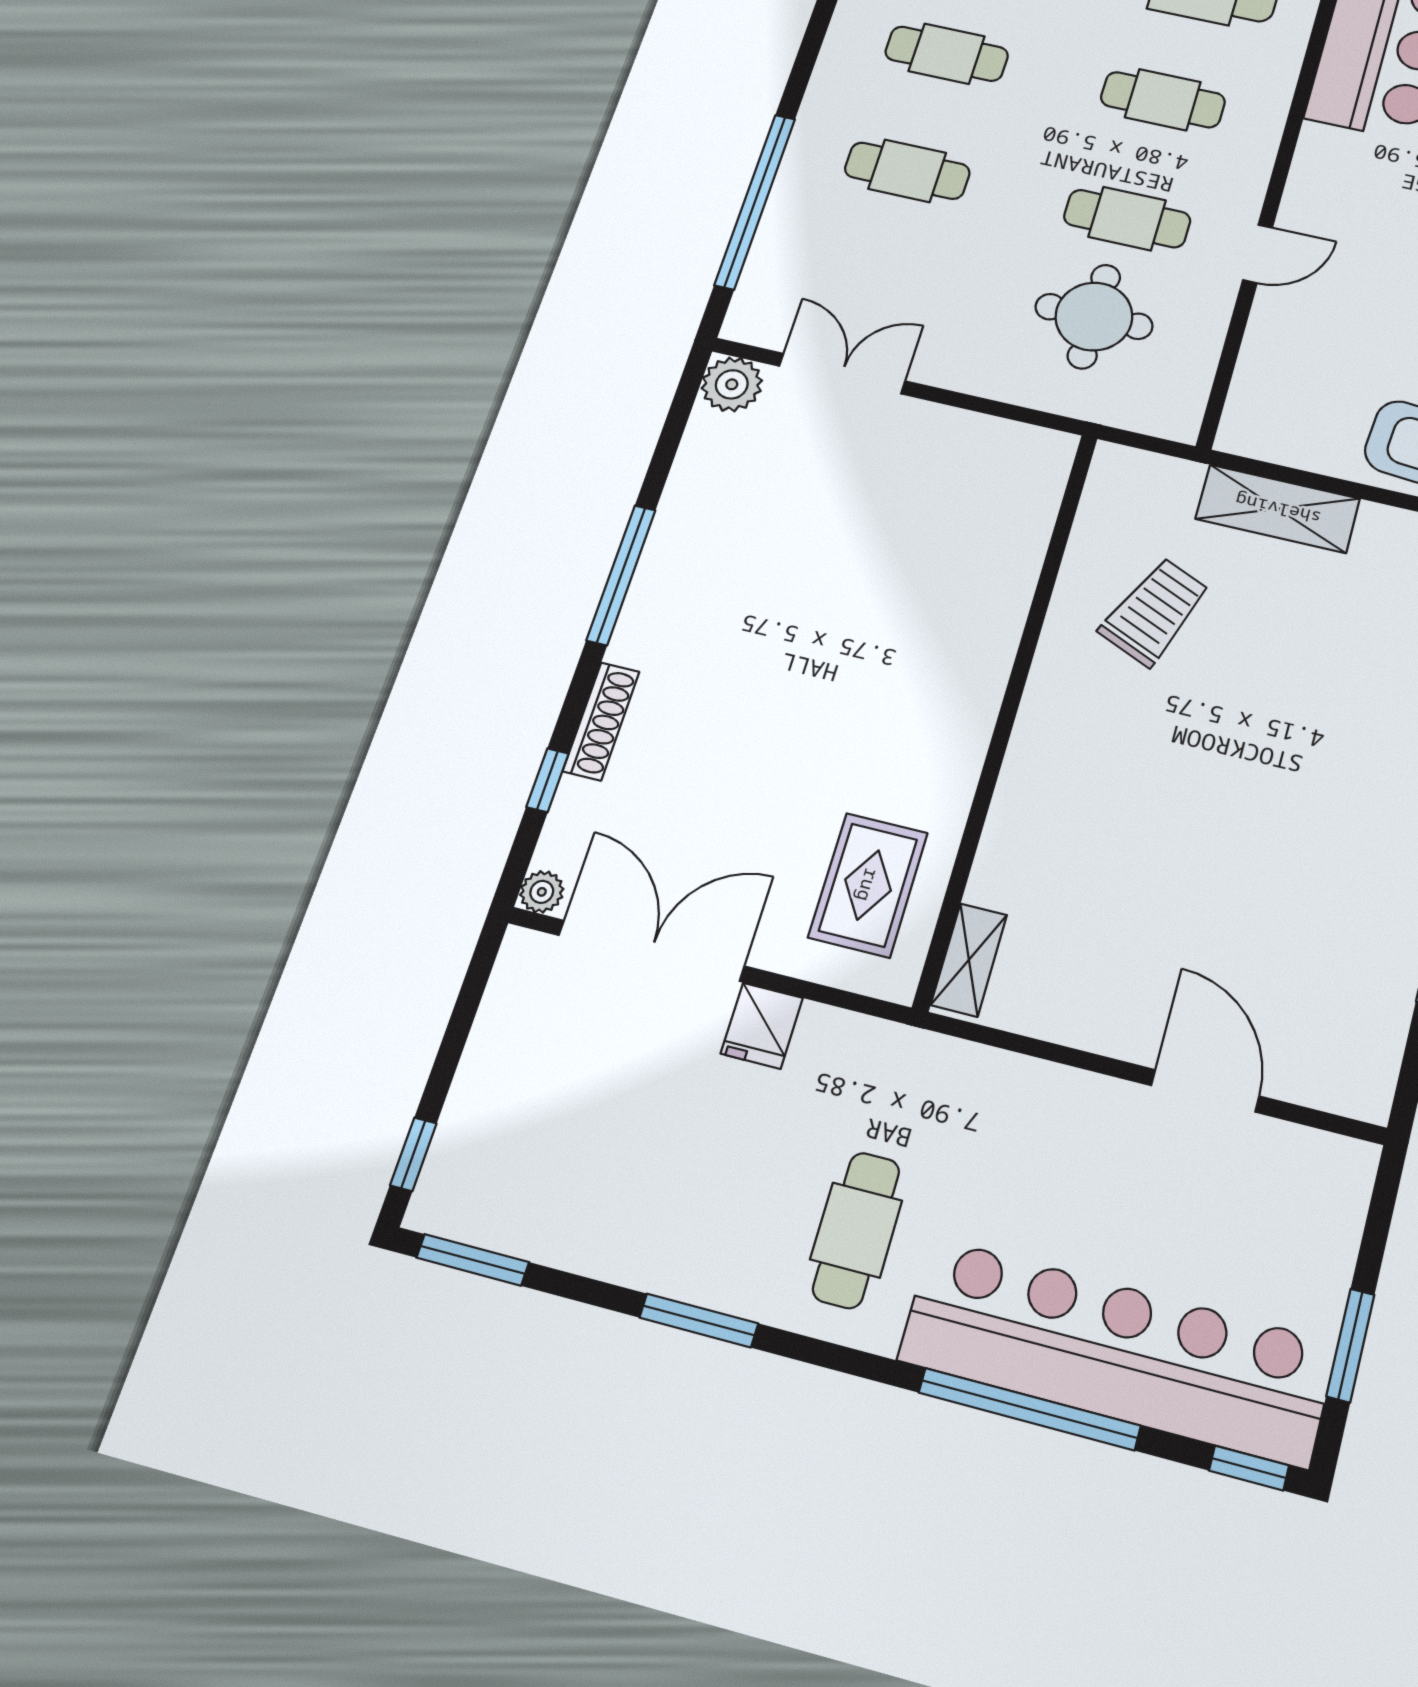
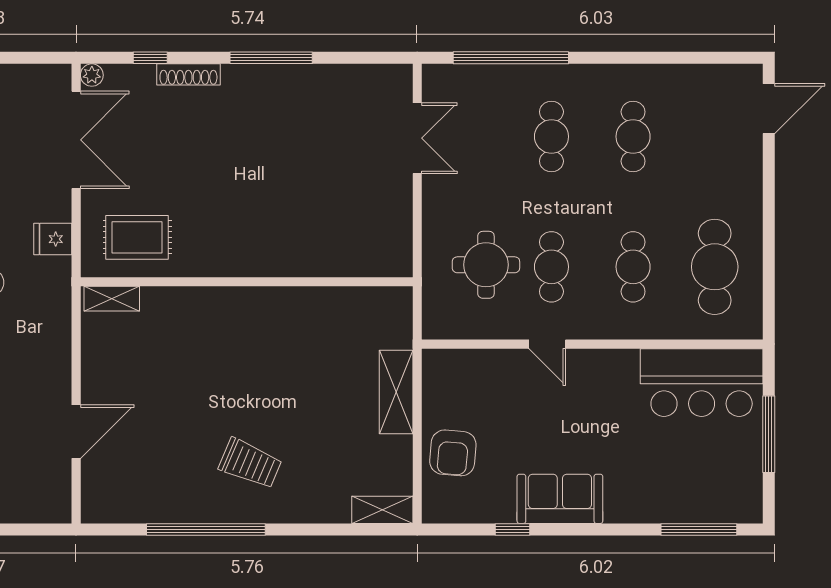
plant: (732, 384) -> (396, 81), removed
trolley: (1155, 612) -> (250, 463), moved
fridge: (762, 1026) -> (53, 239), moved

